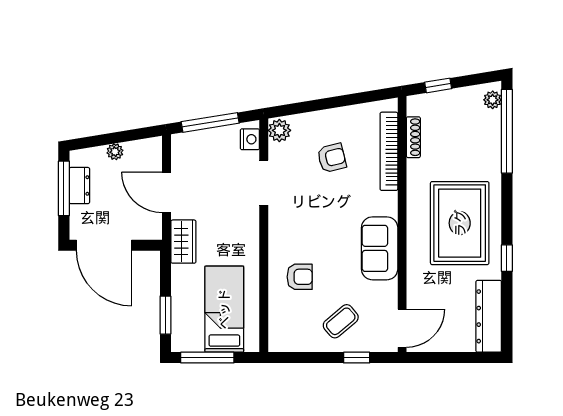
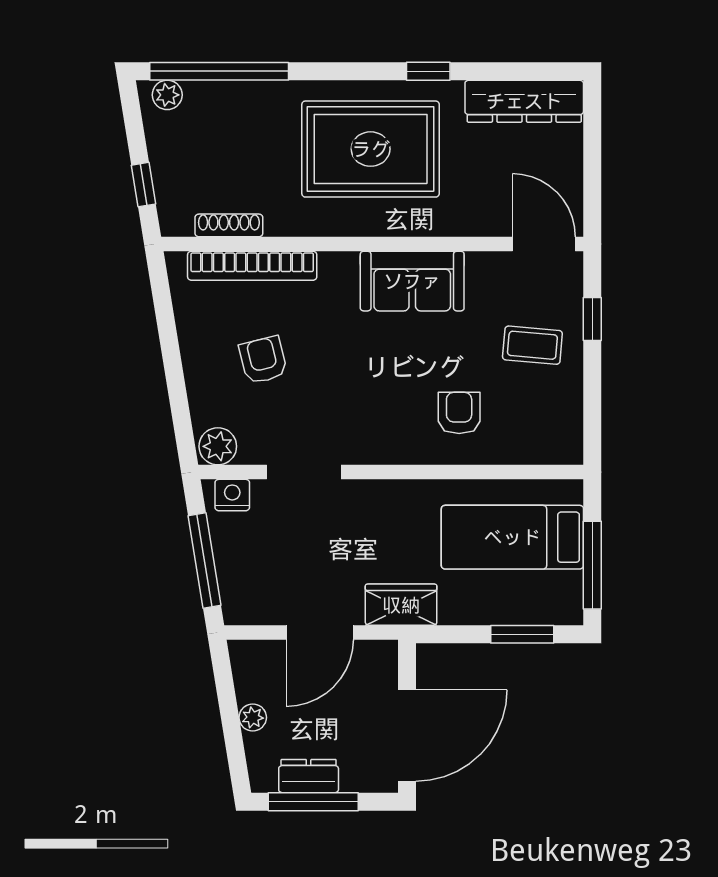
coffee table: (341, 321) -> (532, 345), turned -45

